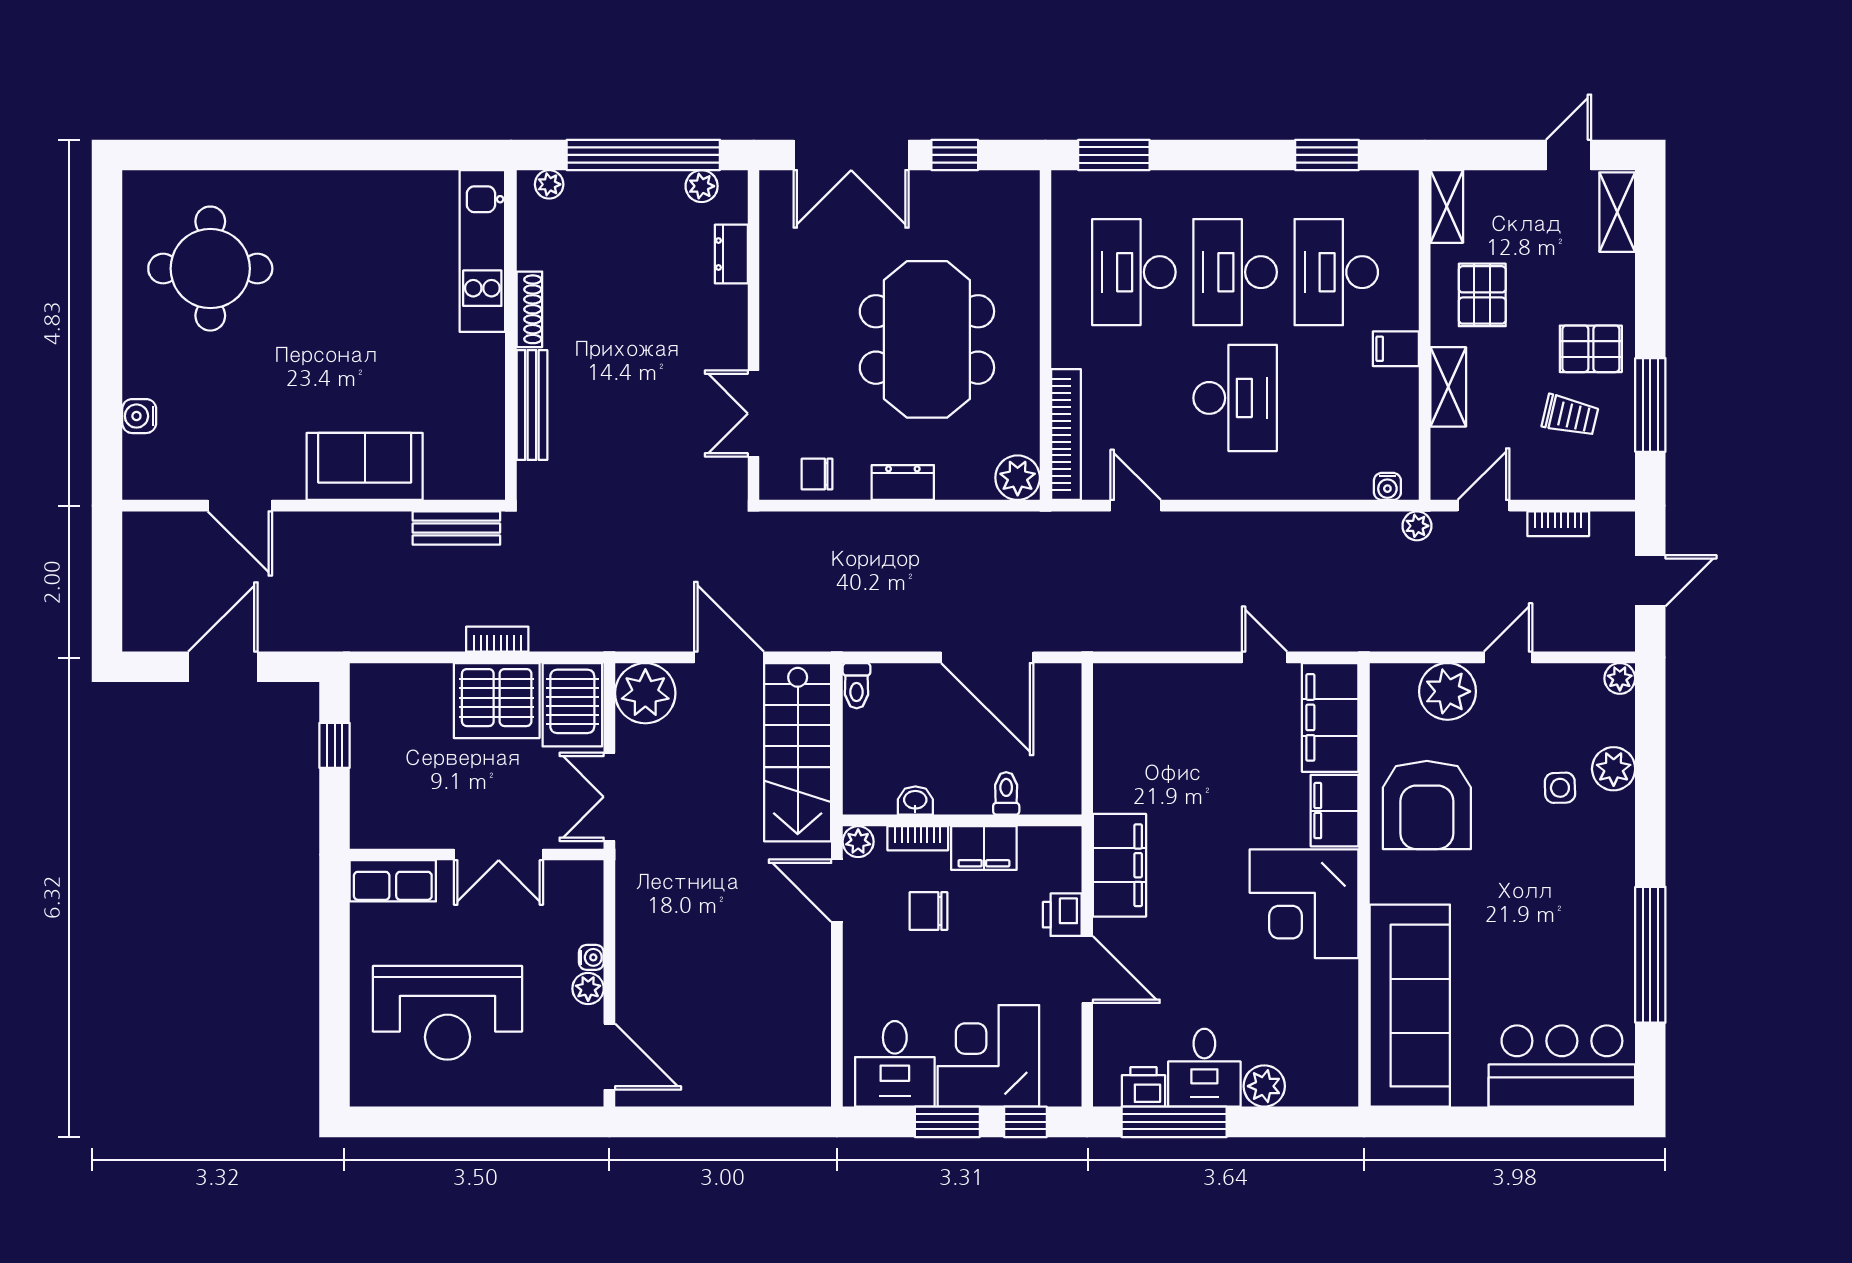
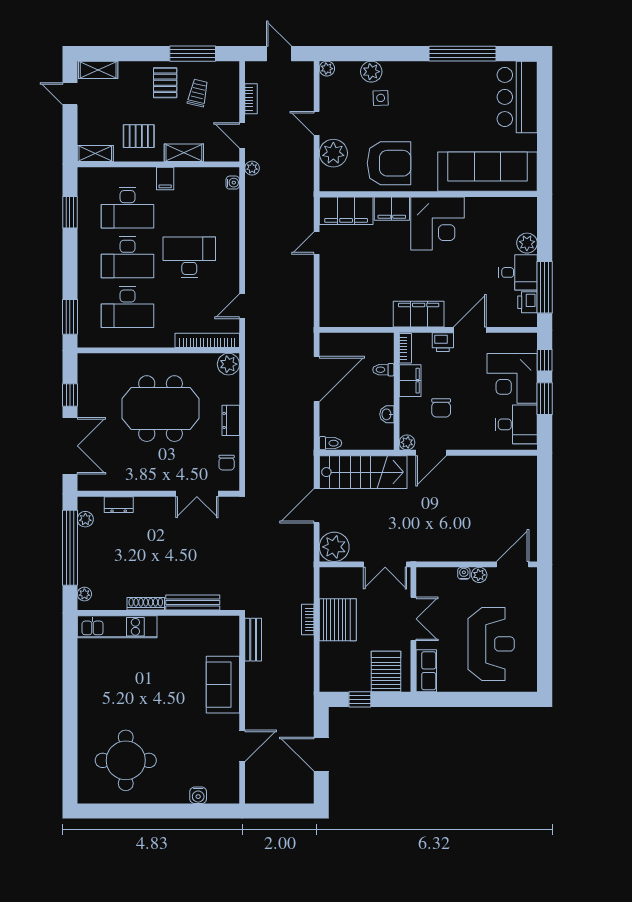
server rack: (572, 705) -> (386, 671), moved, turned -90
bookcase: (918, 838) -> (405, 348), moved

